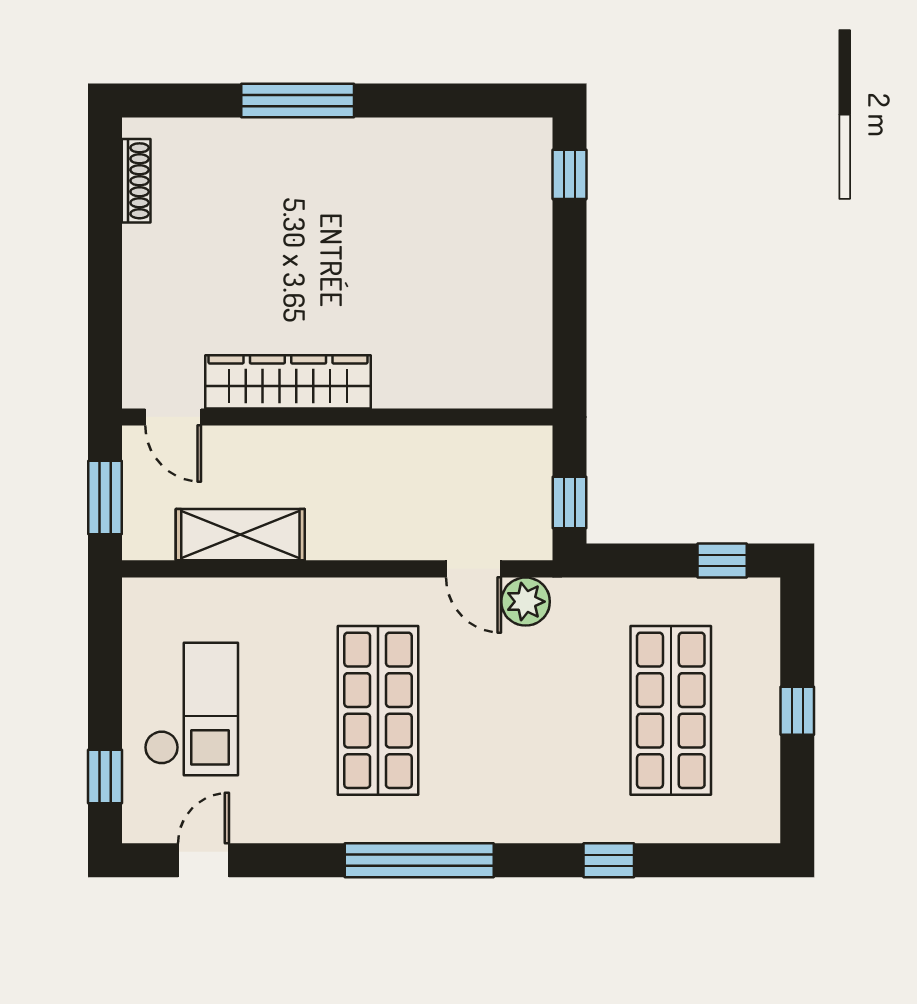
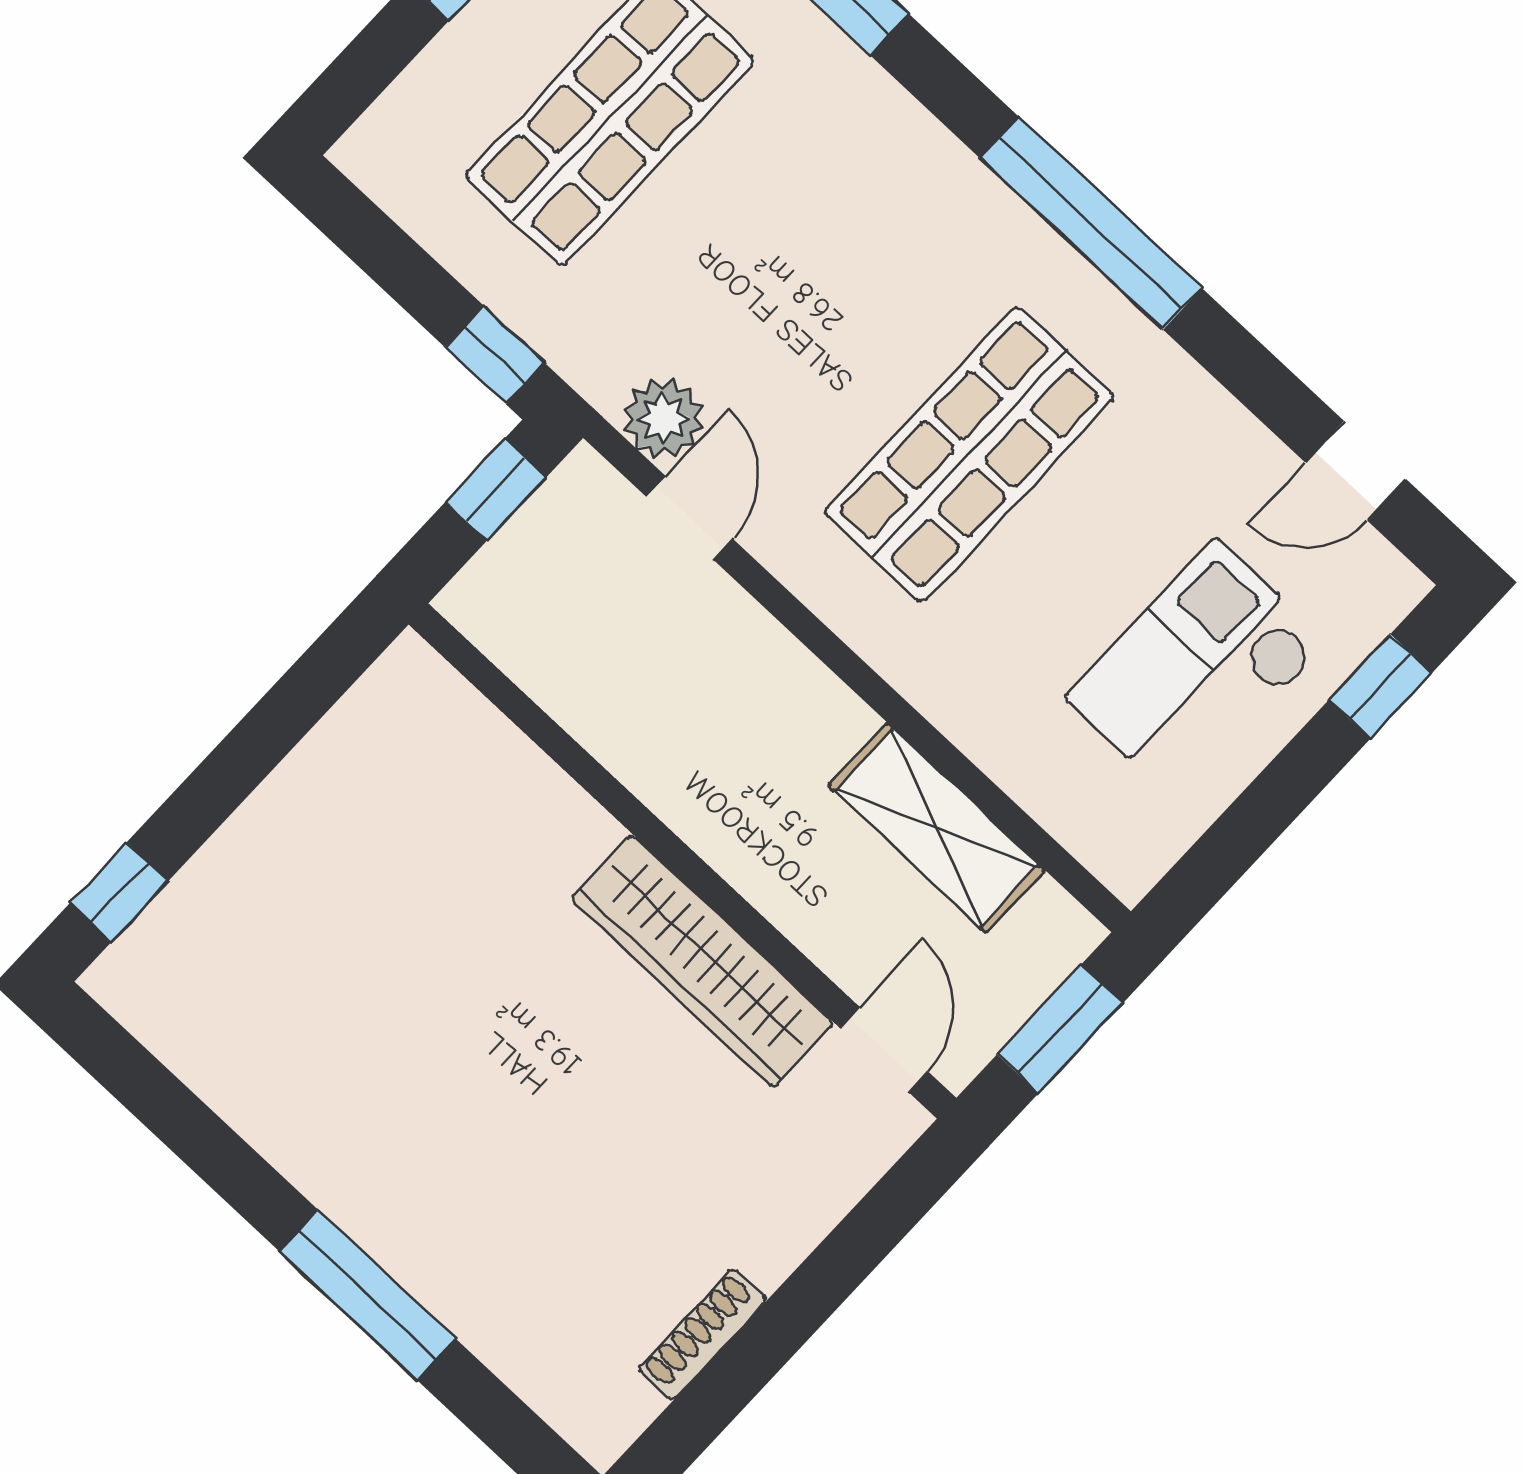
shoe rack: (136, 181) -> (702, 1334), moved
window: (722, 560) -> (495, 355), moved

